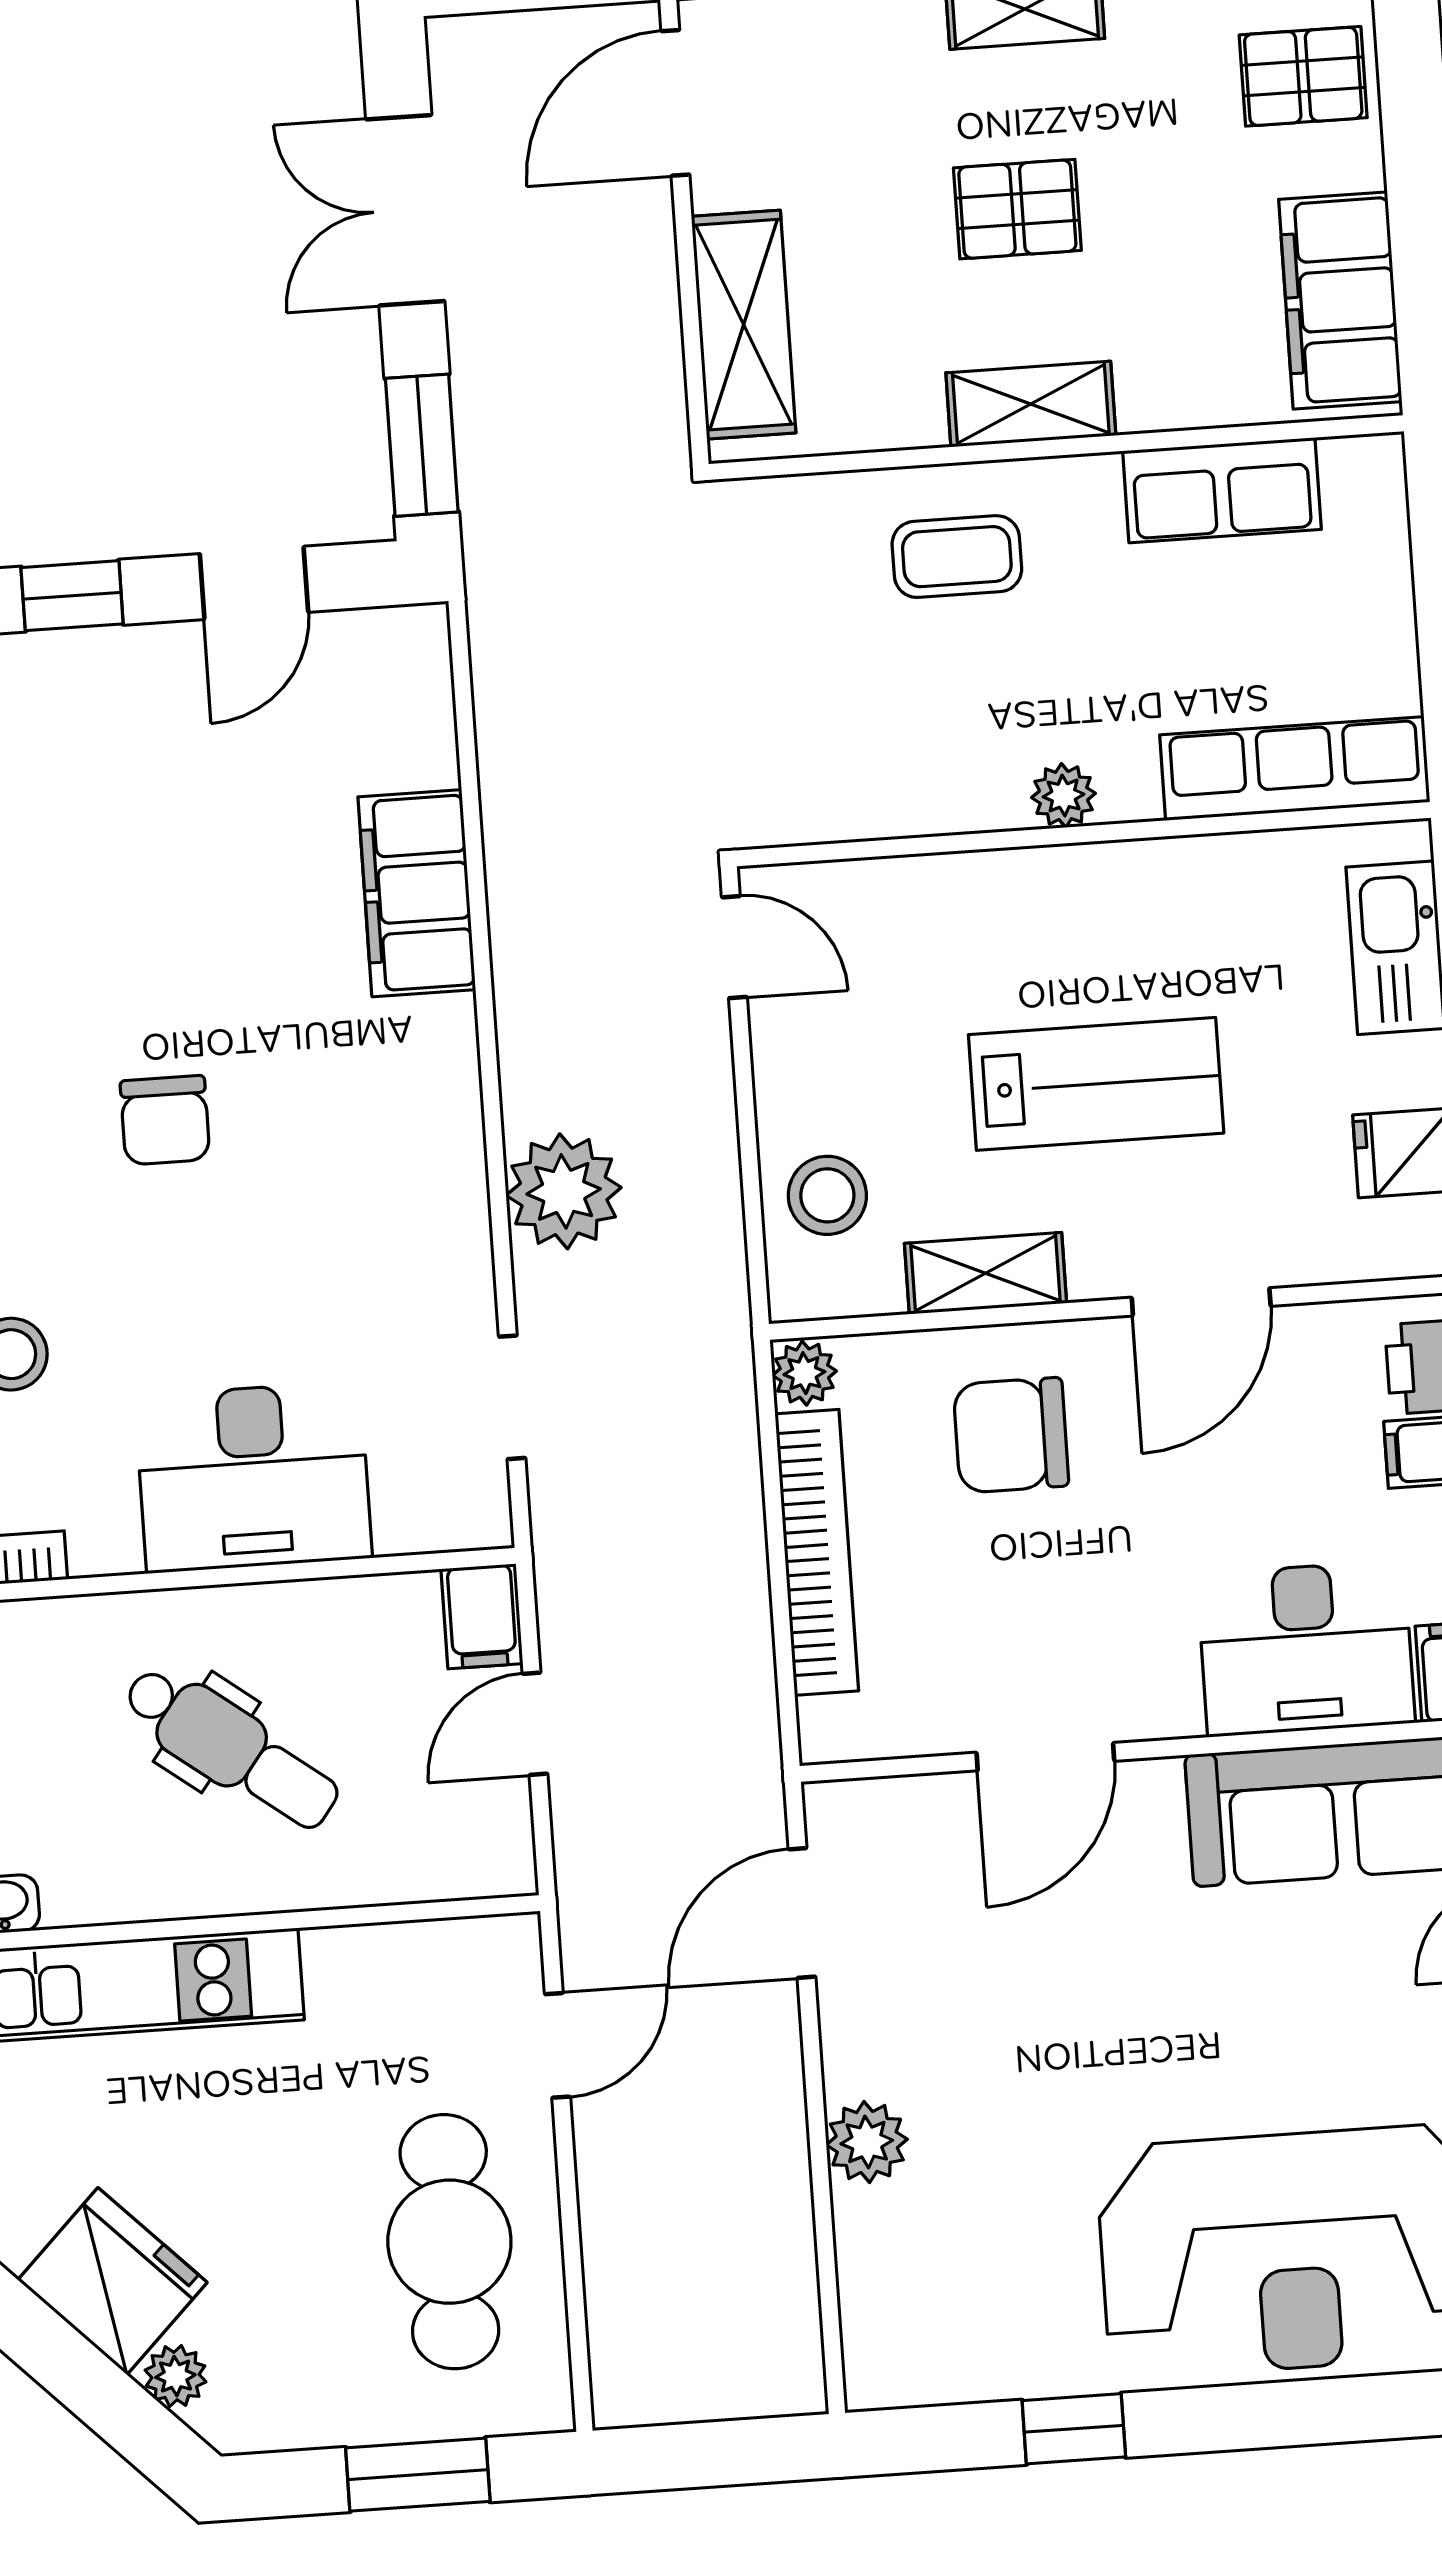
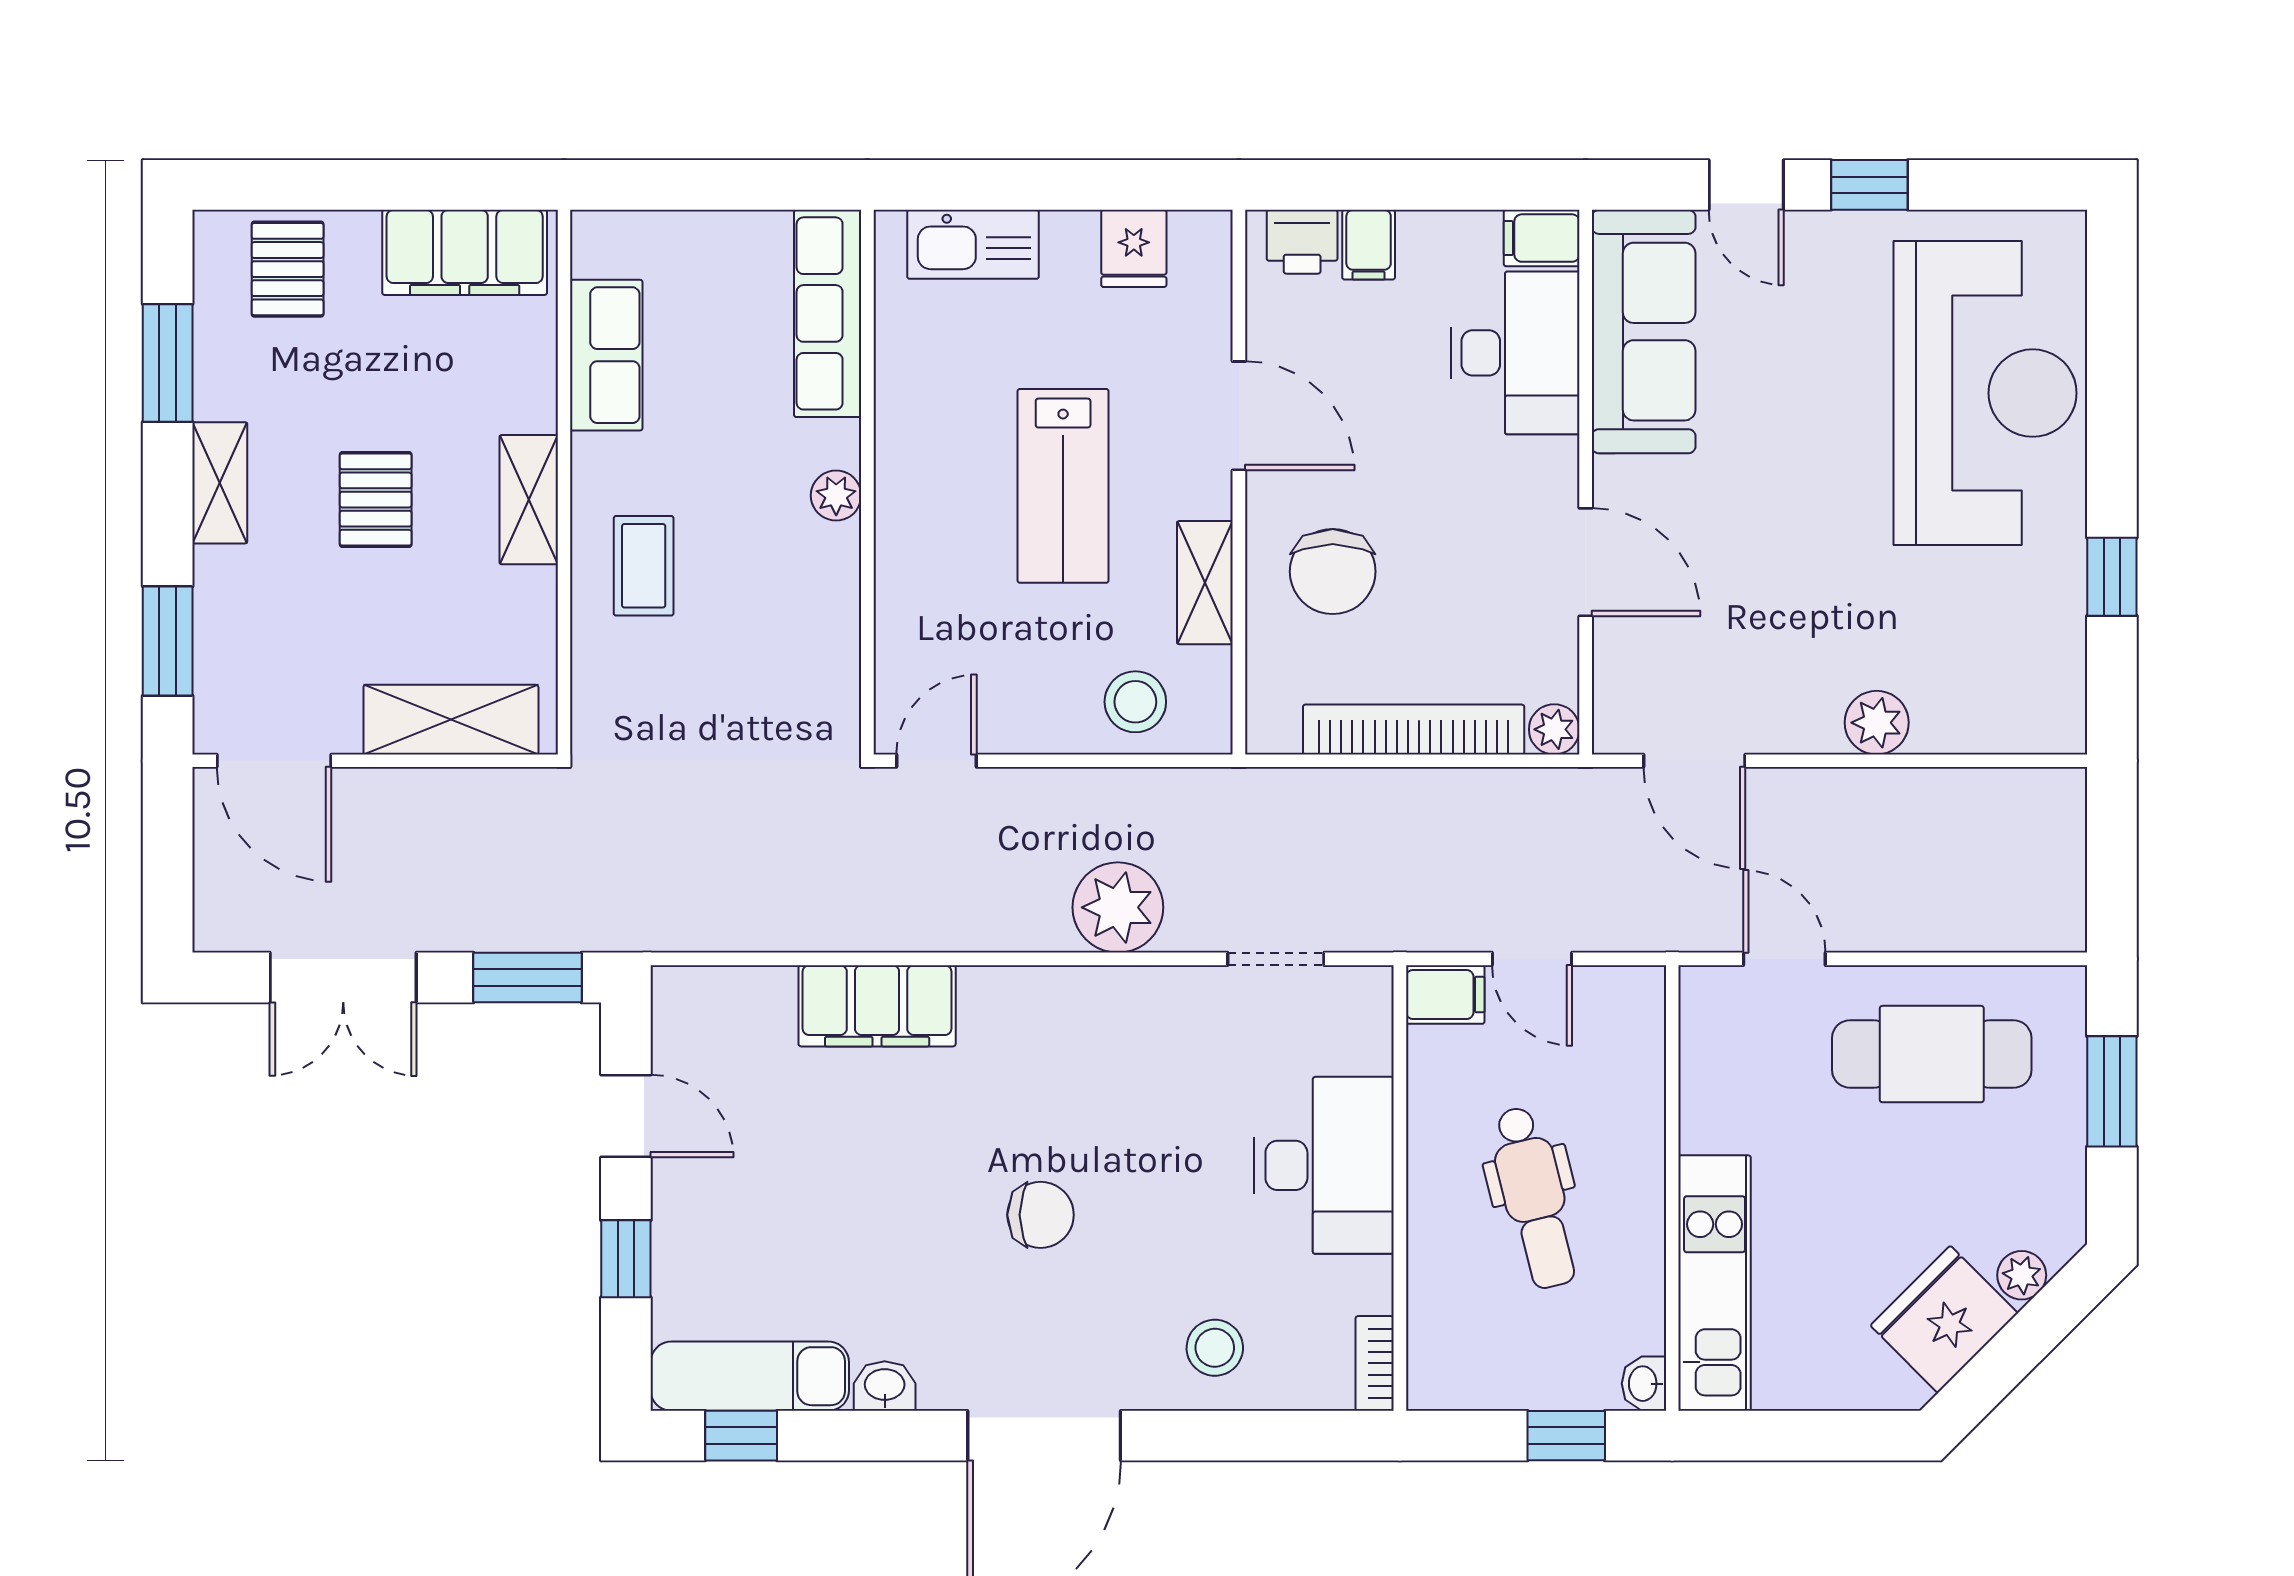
lab bench: (1096, 1084) -> (1063, 486), turned 180
plant: (804, 1373) -> (1554, 729), moved
dental chair: (231, 1748) -> (1534, 1198), turned 129

